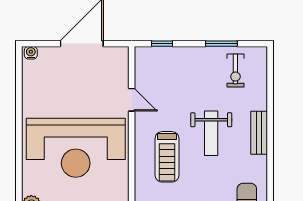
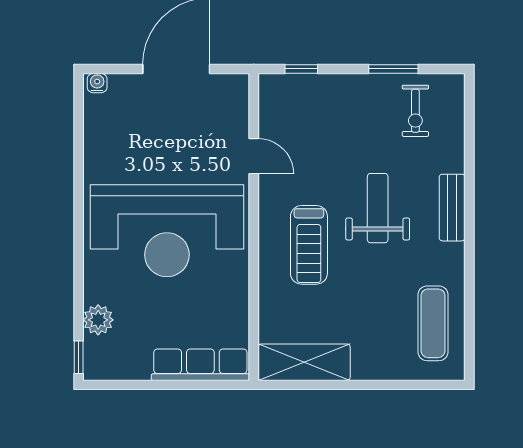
weight bench: (211, 133) -> (378, 208), turned 180

